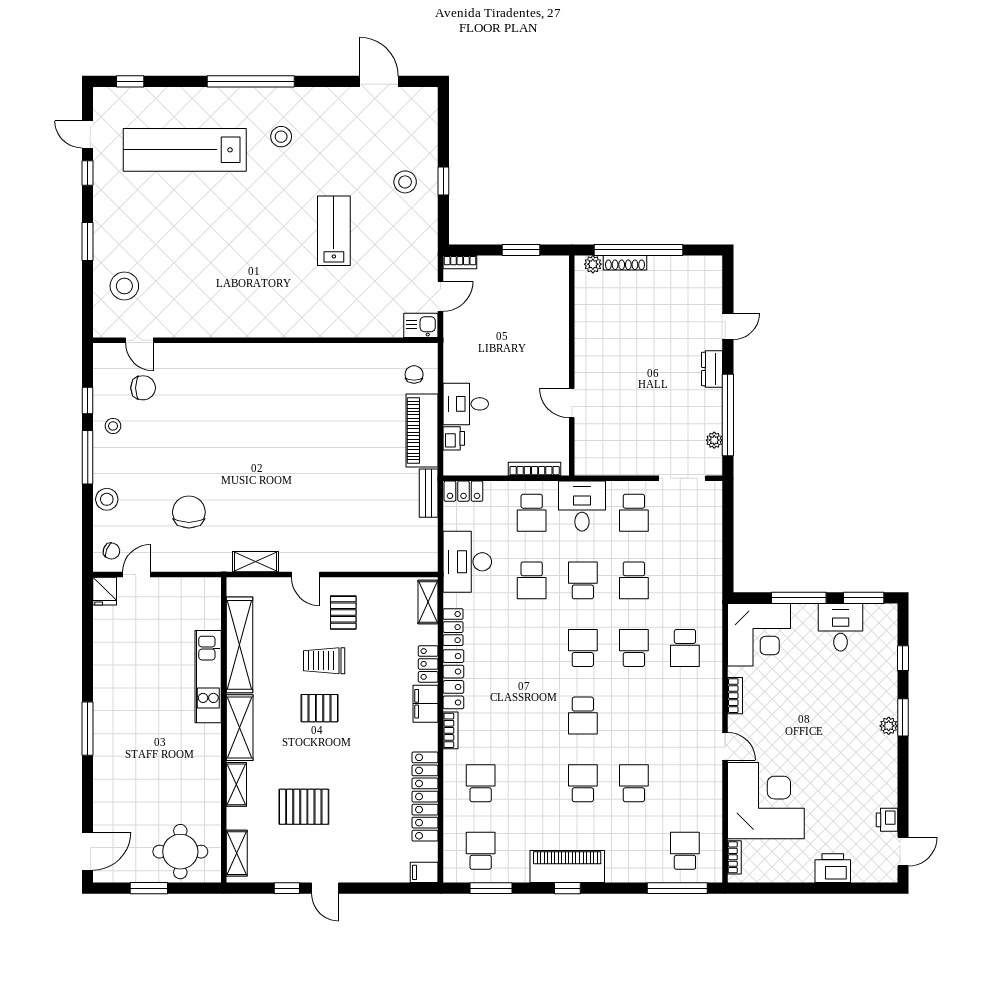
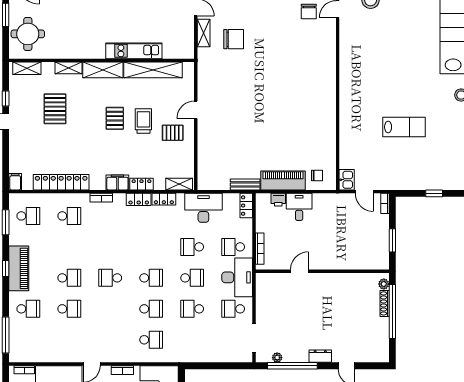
stool: (405, 182) -> (434, 170), removed
desk: (582, 506) -> (237, 277), width x1.37
shelving: (256, 562) -> (204, 33), moved
school desk: (685, 648) -> (151, 340), turned 180
locker: (453, 679) -> (139, 199), width x0.66
school desk: (685, 851) -> (28, 309), moved

